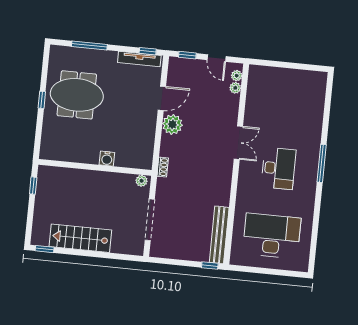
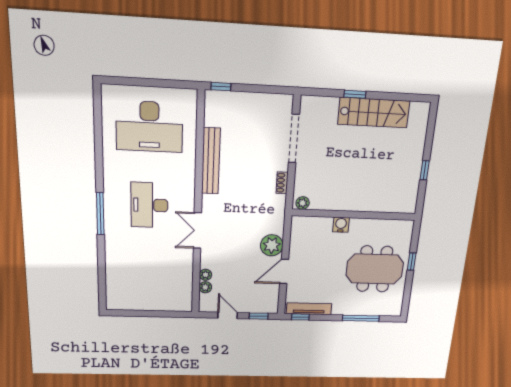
plant: (237, 76) -> (206, 275), moved
water cooler: (107, 159) -> (341, 225), moved
wall: (95, 167) -> (354, 215), moved
shoe rack: (163, 167) -> (282, 183), moved
plant: (142, 181) -> (303, 203), moved
bench: (219, 235) -> (211, 161), moved
window: (45, 249) -> (355, 94), moved

